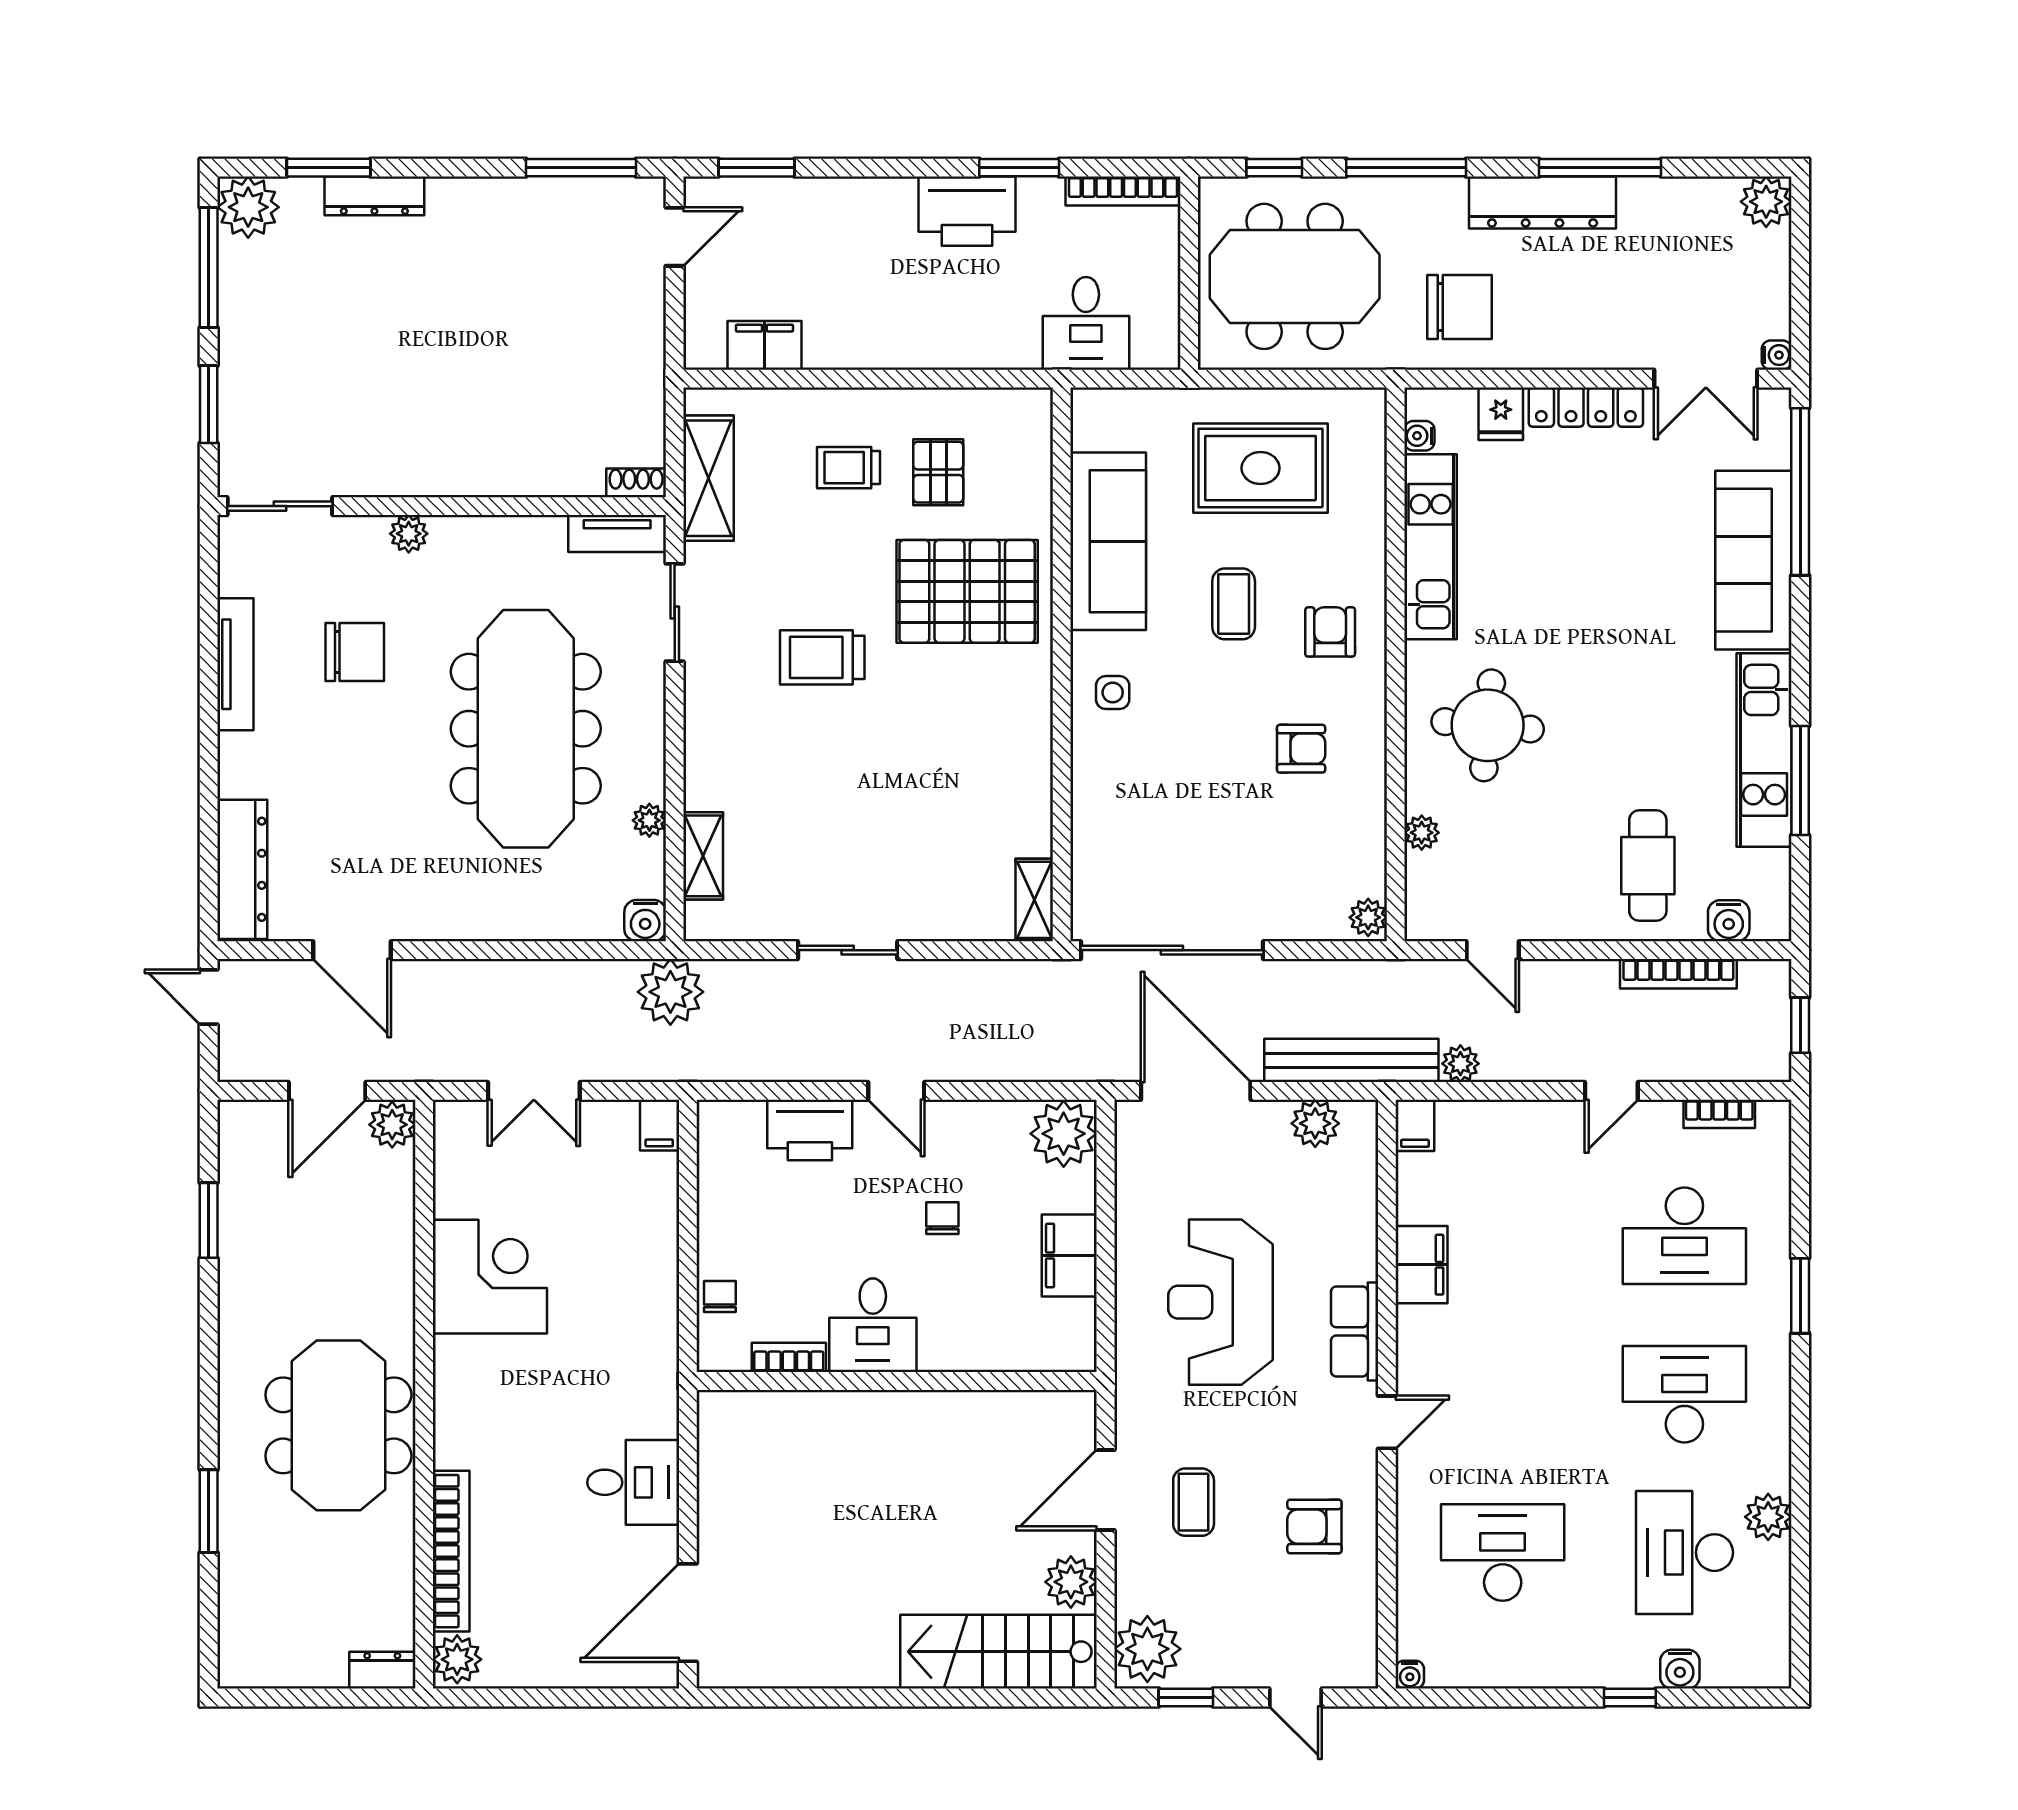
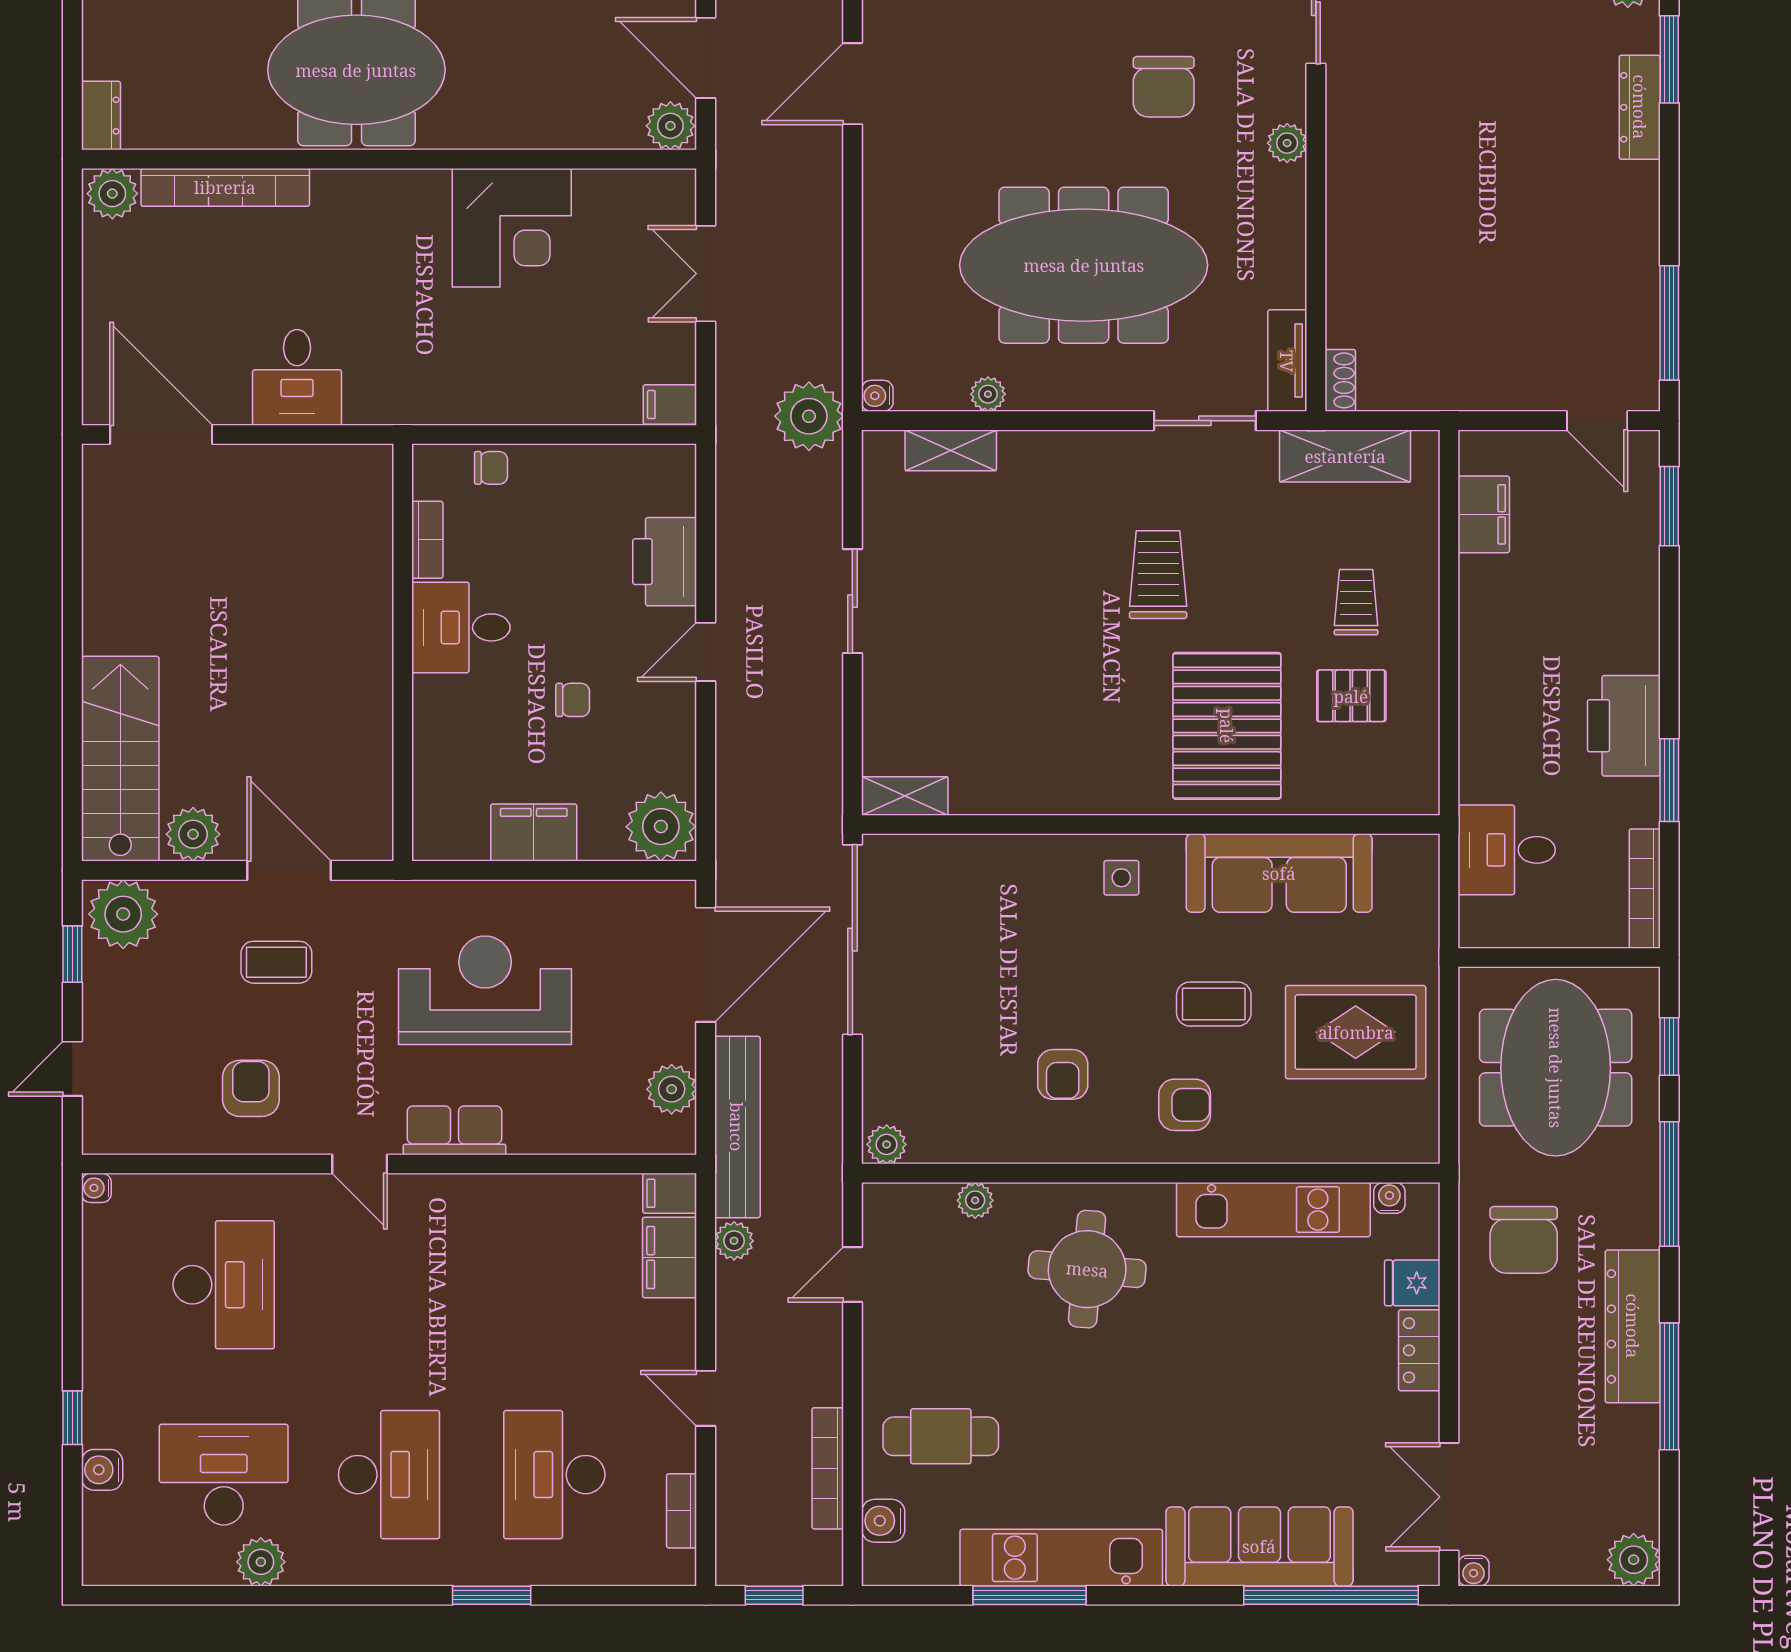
locker: (1586, 407) -> (1419, 1350), width x0.66
rug: (1261, 468) -> (1356, 1032), turned 90
water cooler: (645, 921) -> (877, 396), width x0.72, depth x0.72
filing cabinet: (1421, 1265) -> (669, 1257), moved, turned 90

